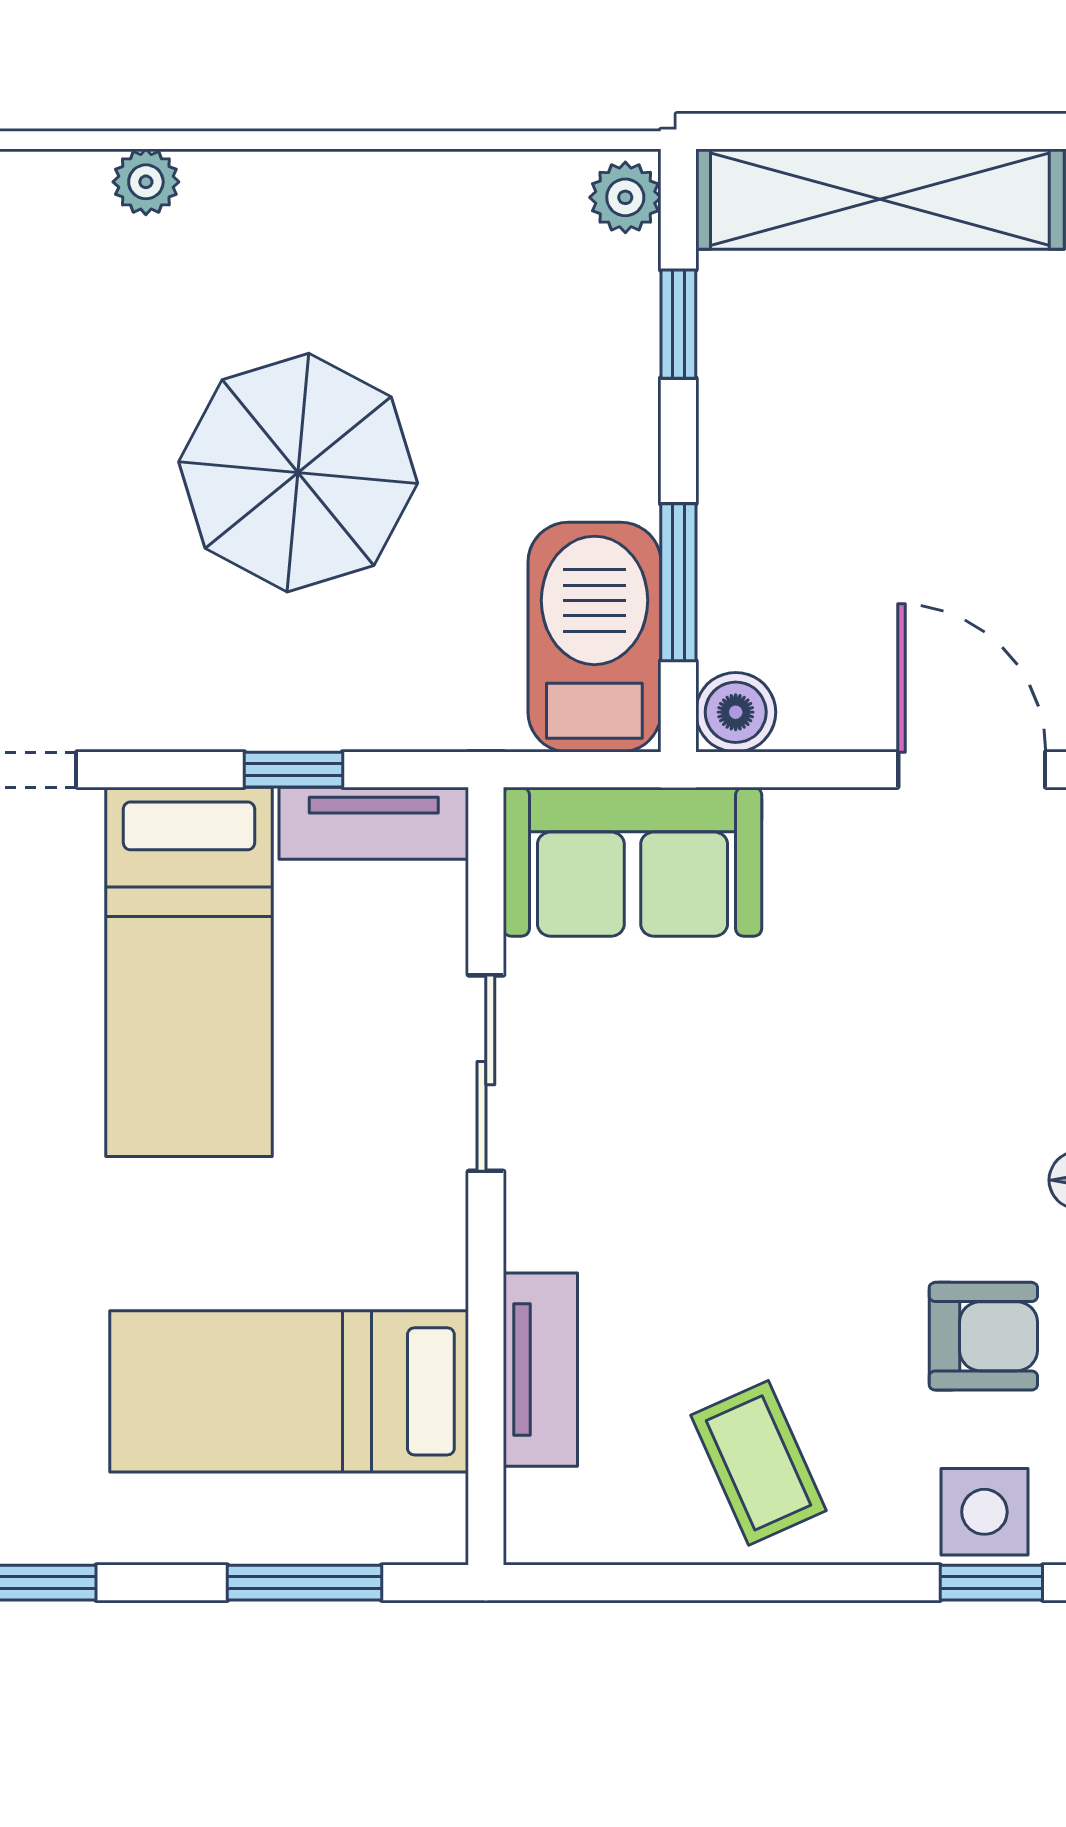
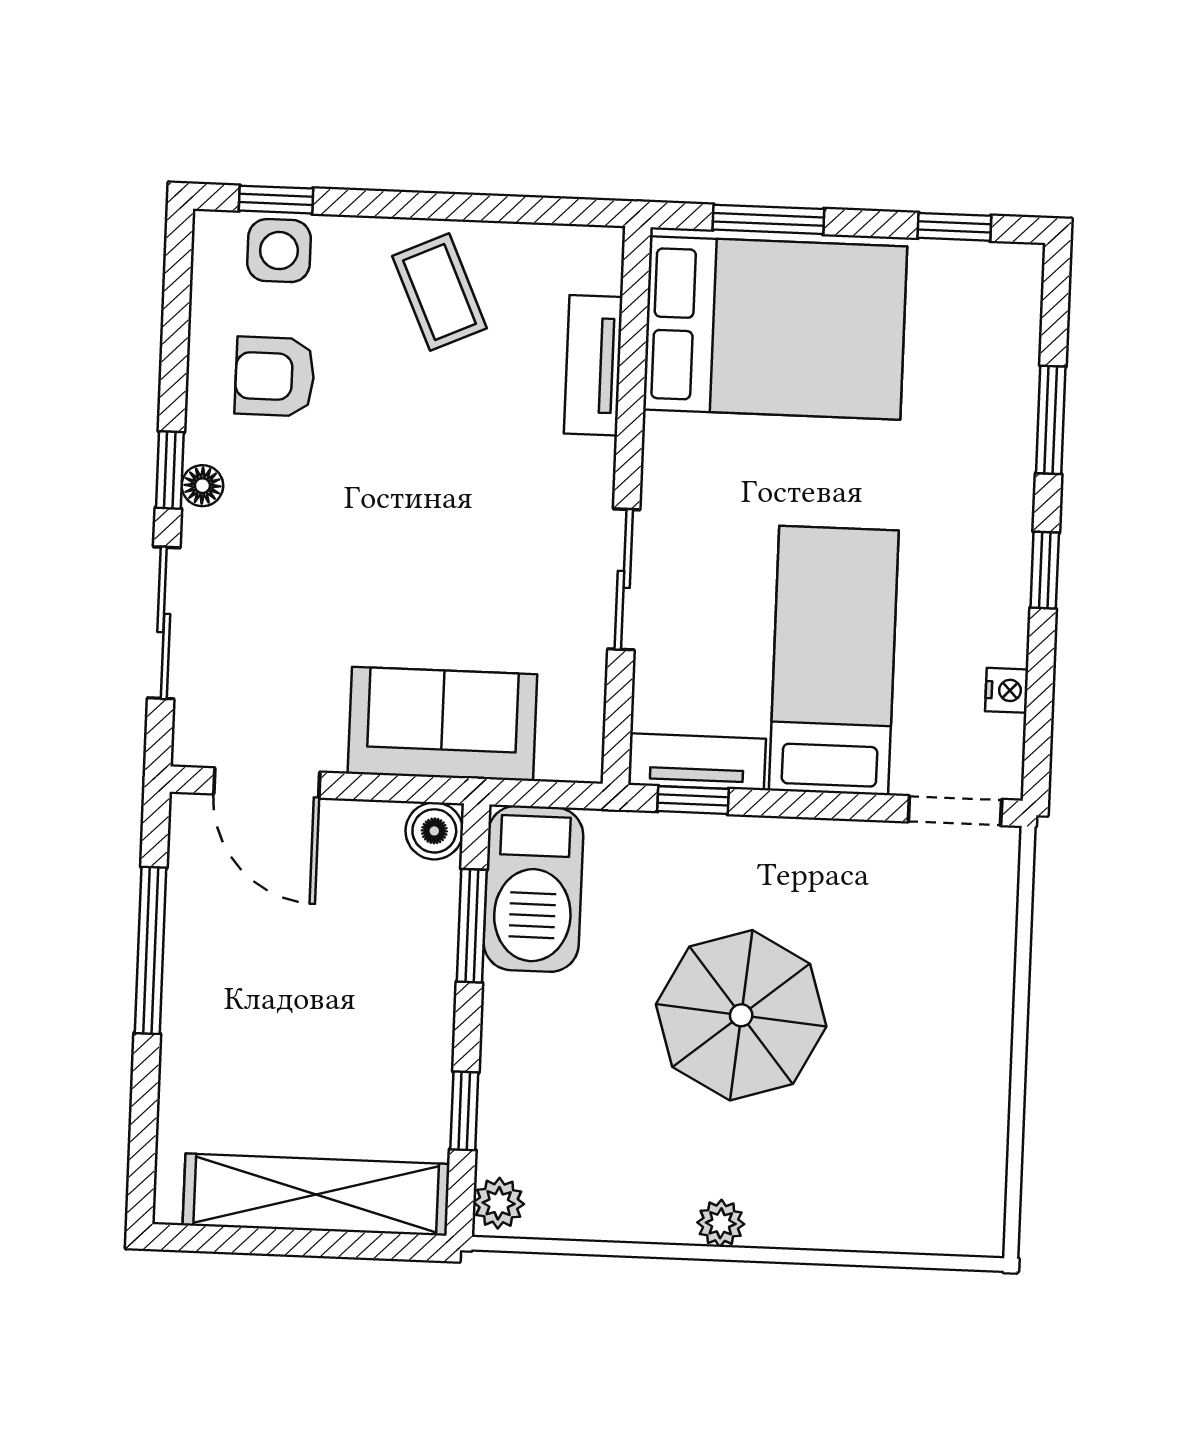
plant: (146, 182) -> (721, 1223), moved
window: (293, 770) -> (693, 800), moved
sofa: (632, 862) -> (442, 724), moved
bed: (289, 1391) -> (775, 328), width x1.50

